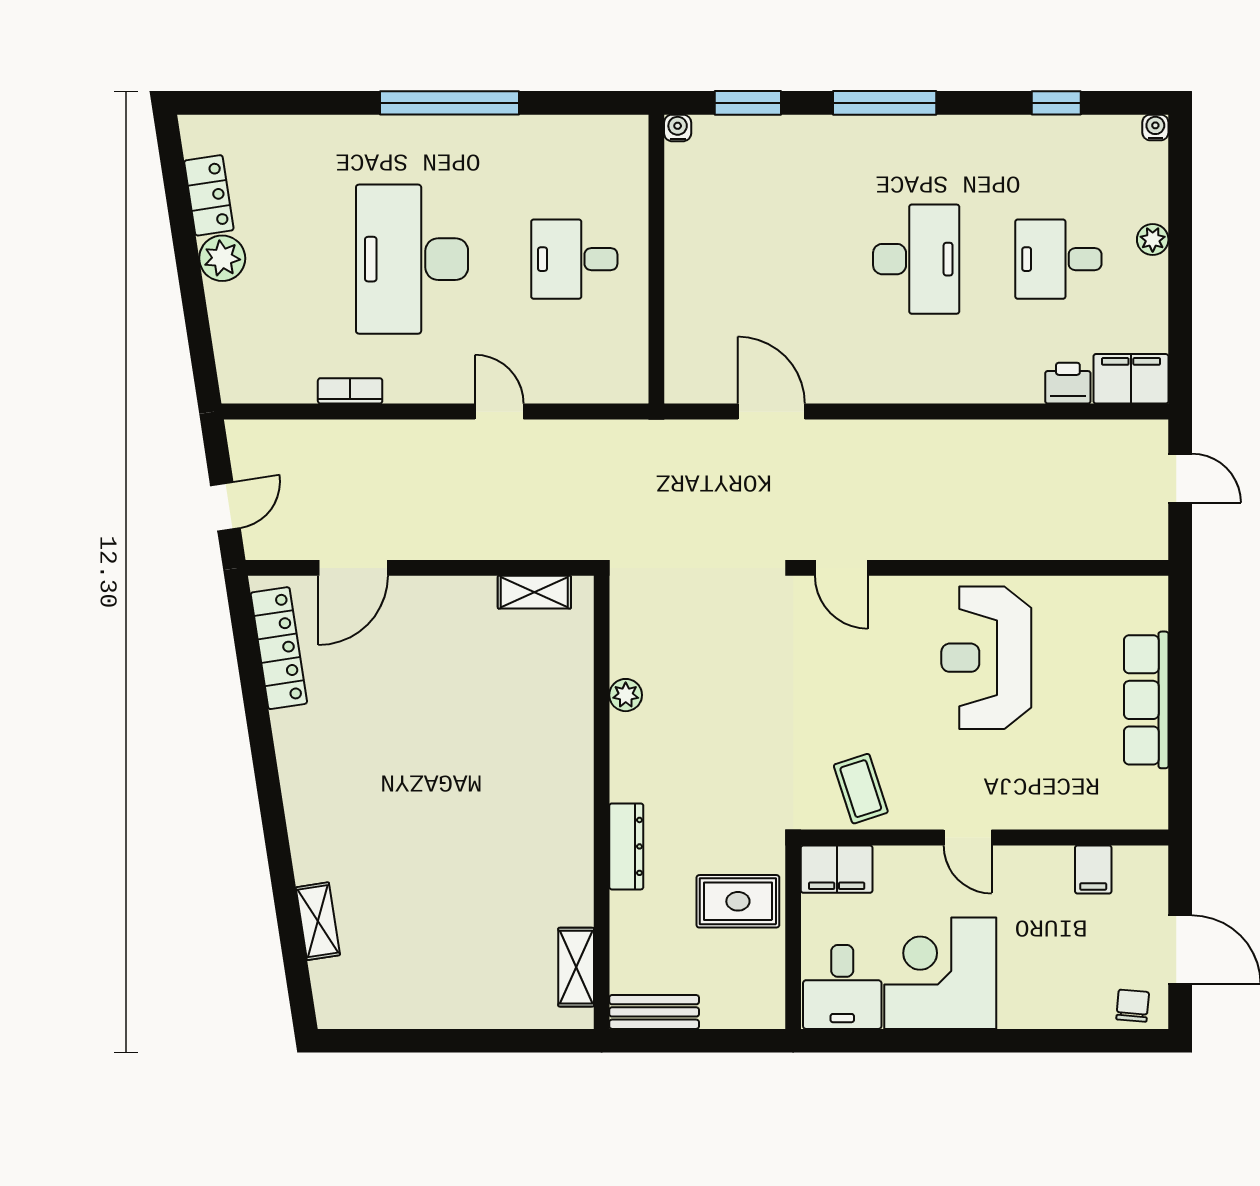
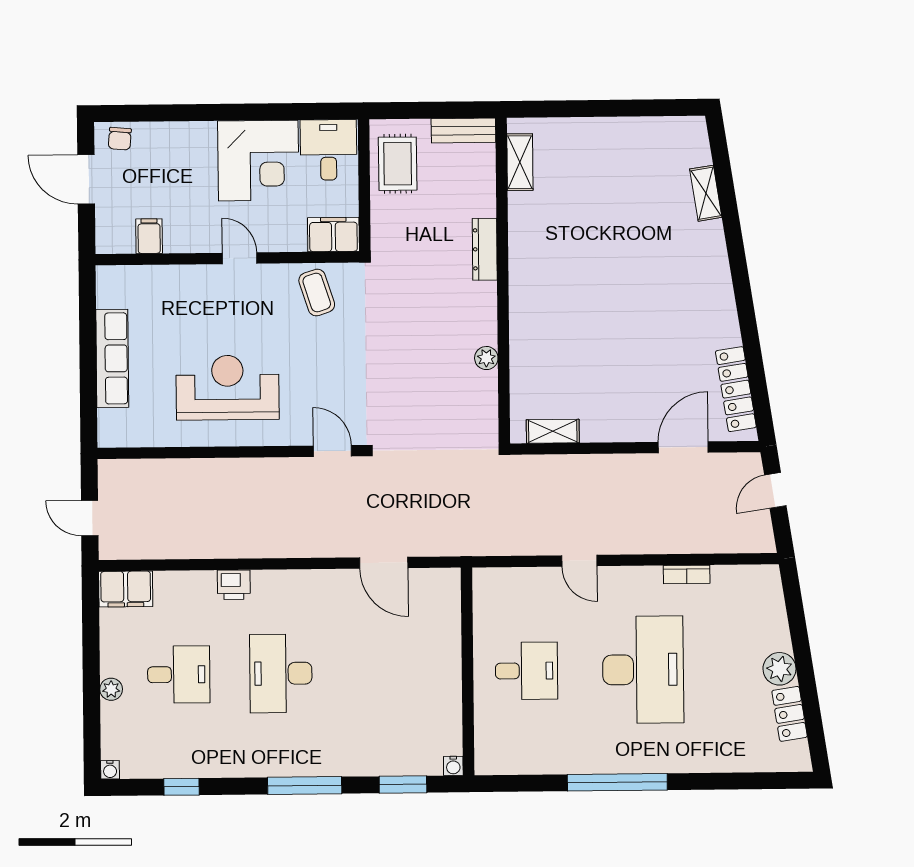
printer: (1068, 383) -> (234, 585), moved
reception desk: (986, 658) -> (227, 388), turned -90
rug: (738, 901) -> (398, 164), moved, turned 90

